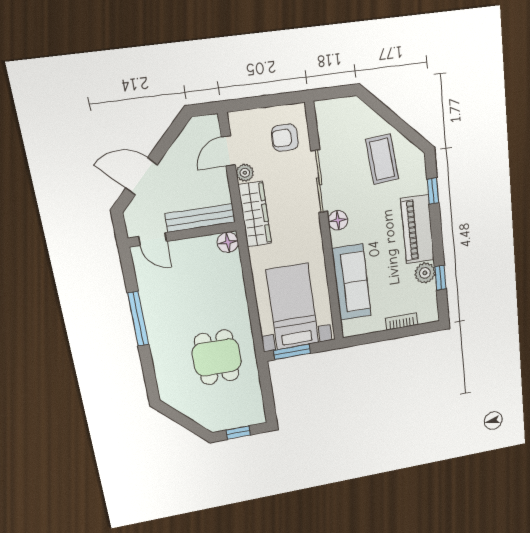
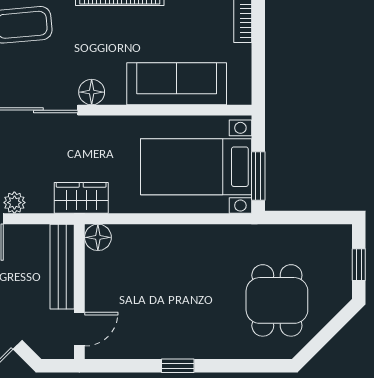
wardrobe: (255, 214) -> (81, 198), width x0.67
window: (138, 319) -> (178, 366), width x0.46
dining table: (217, 357) -> (277, 300), moved, turned 90

